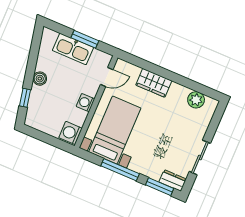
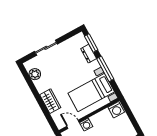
washing machine: (85, 103) -> (86, 125), moved
sliding door: (200, 157) -> (46, 48), moved
dresser: (173, 180) -> (89, 54), moved

